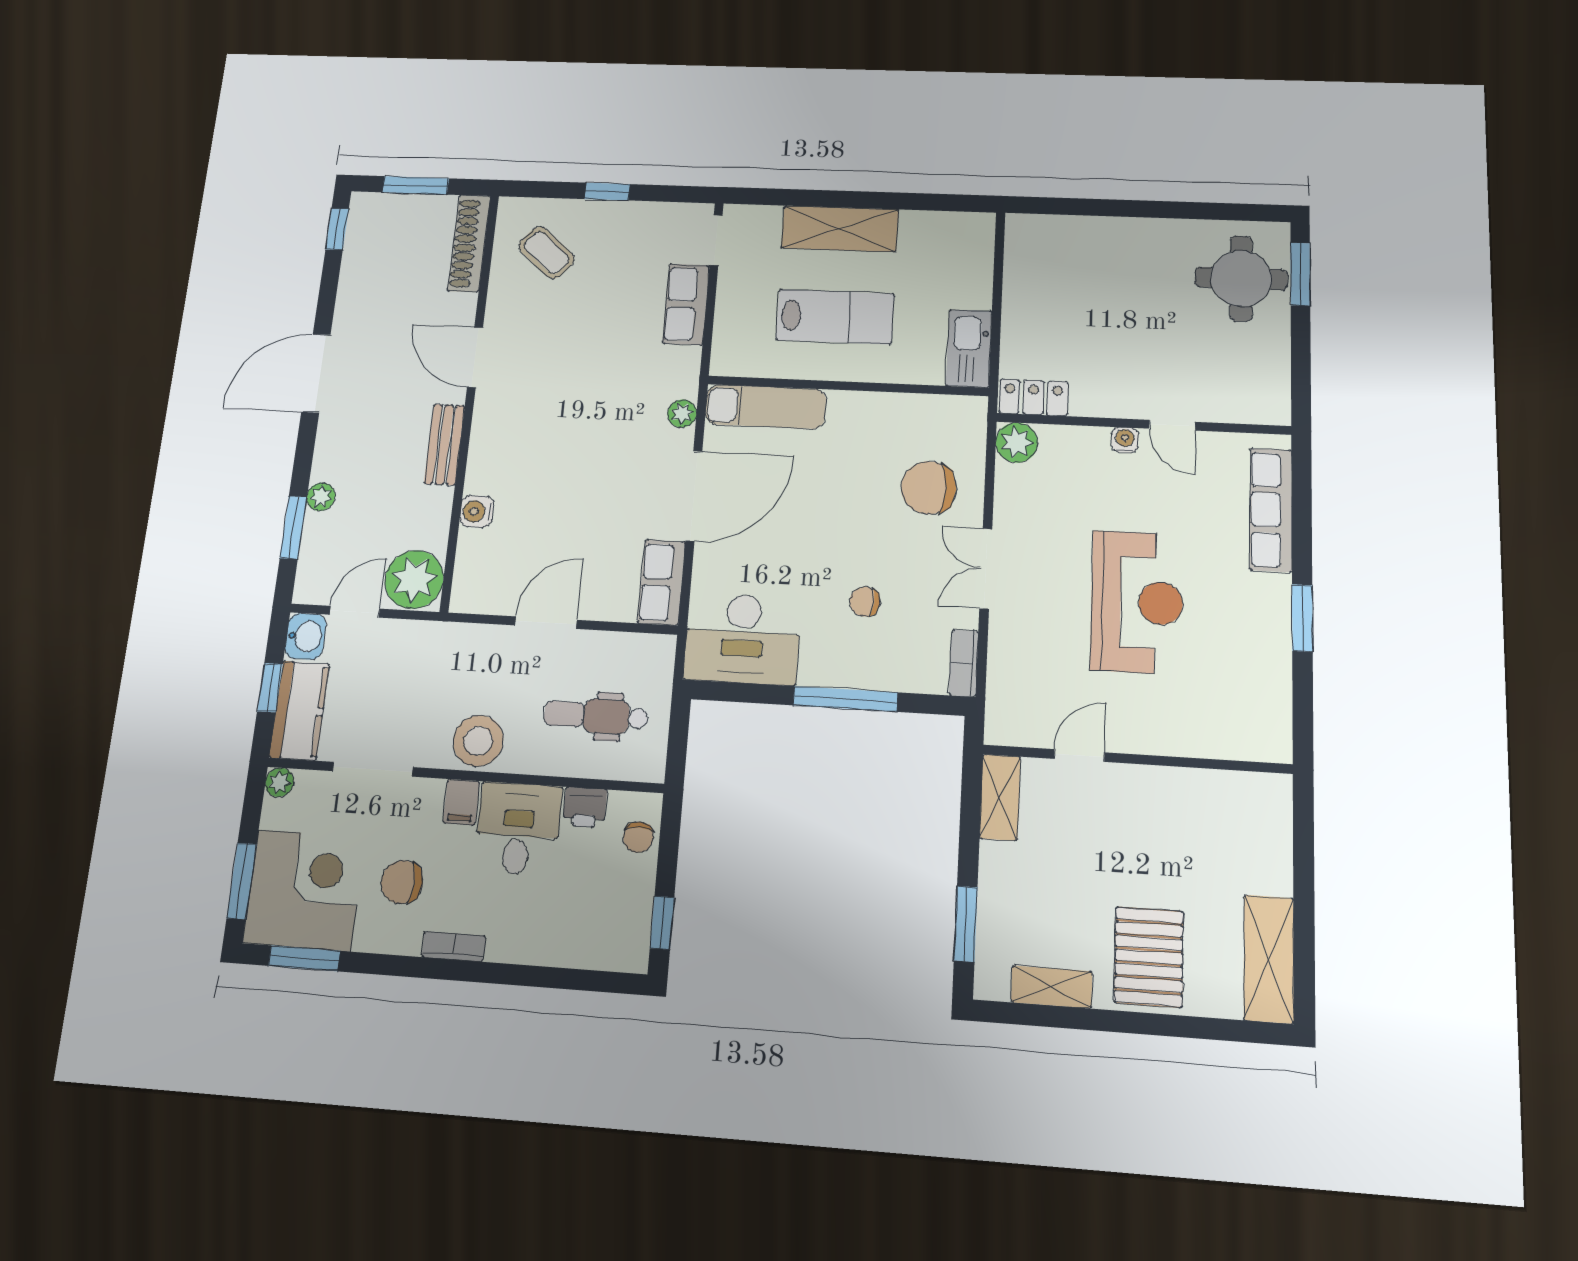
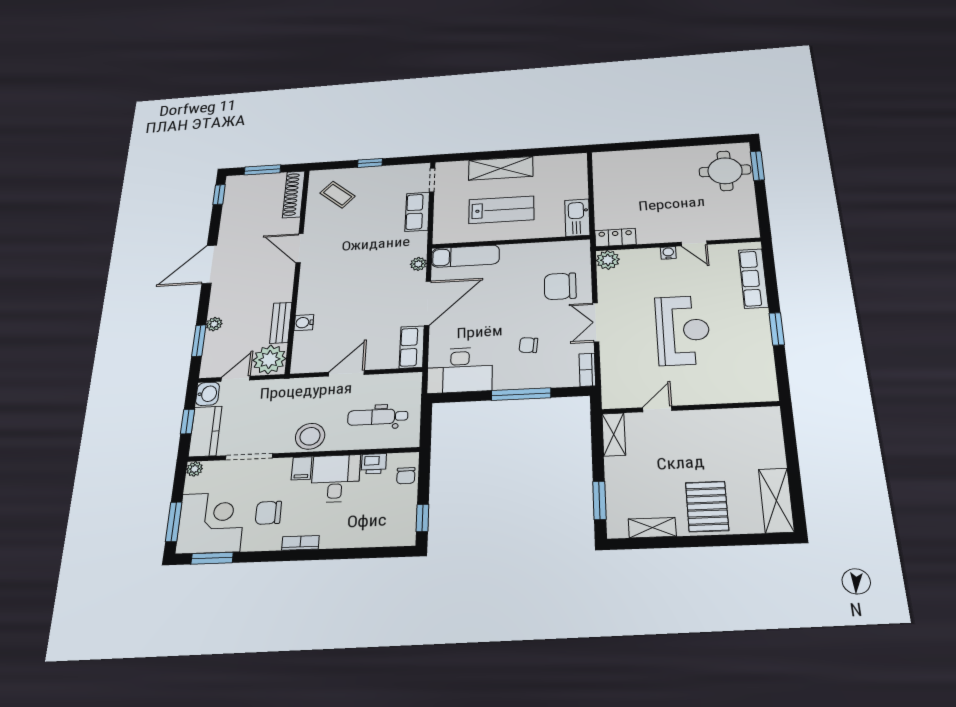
bench: (444, 445) -> (281, 323), moved

